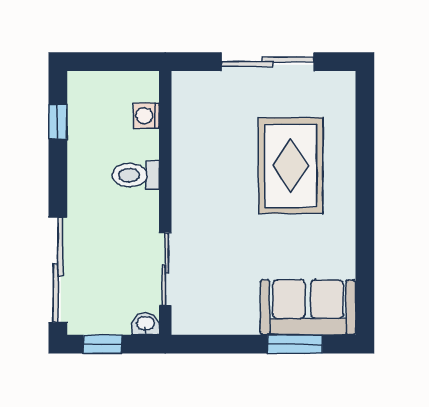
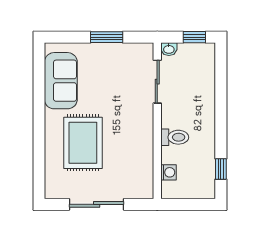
sliding door: (58, 270) -> (221, 81), removed
sofa: (308, 307) -> (61, 81), moved, turned -90
window: (295, 344) -> (107, 37), moved

